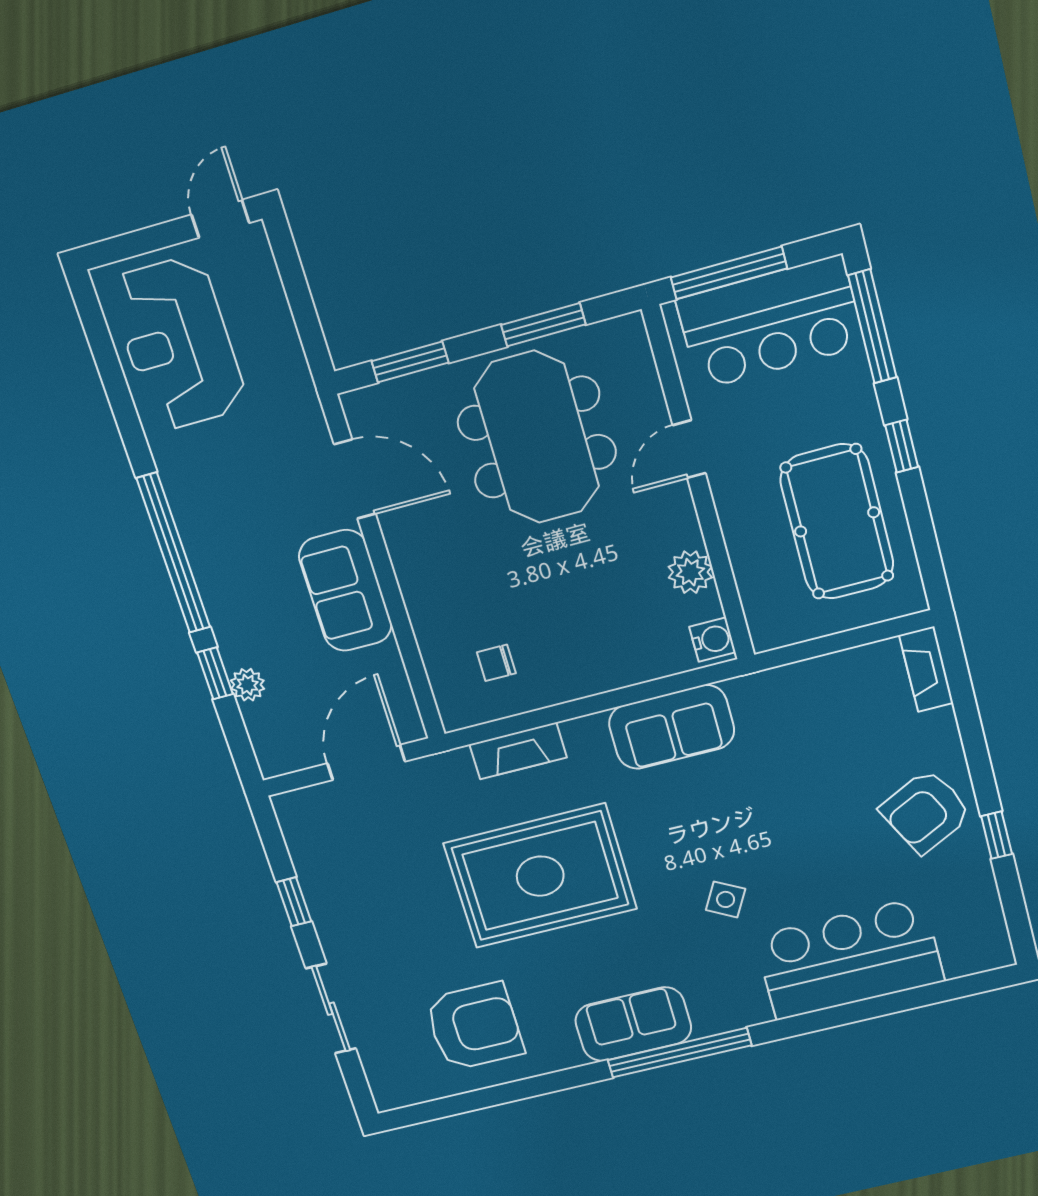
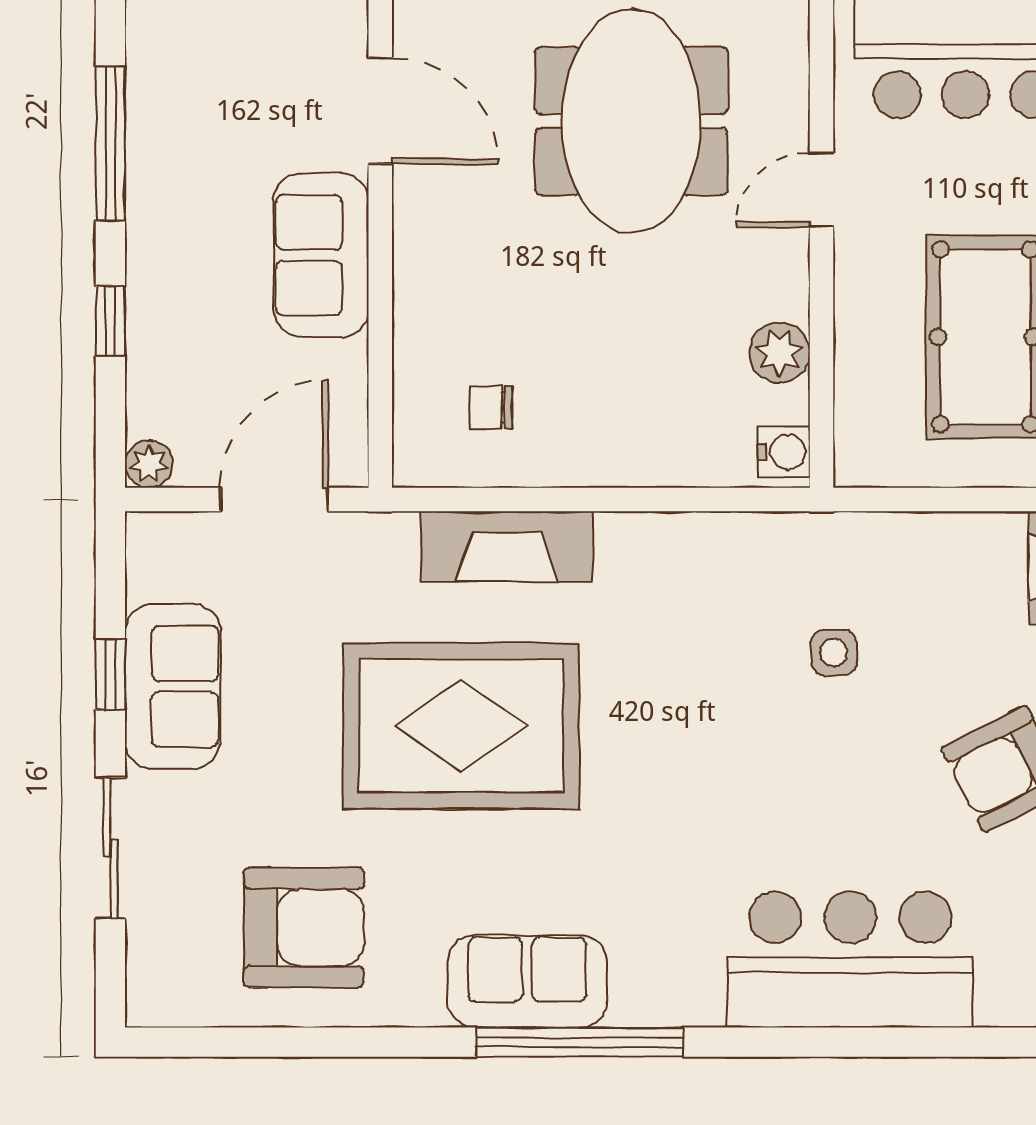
window: (173, 553) -> (110, 143), width x0.68
plant: (247, 685) -> (149, 464), moved
sofa: (672, 727) -> (173, 686), moved, turned -90
fireplace: (518, 751) -> (507, 546), width x1.37, depth x1.32
side table: (726, 899) -> (834, 653), moved, turned -31

